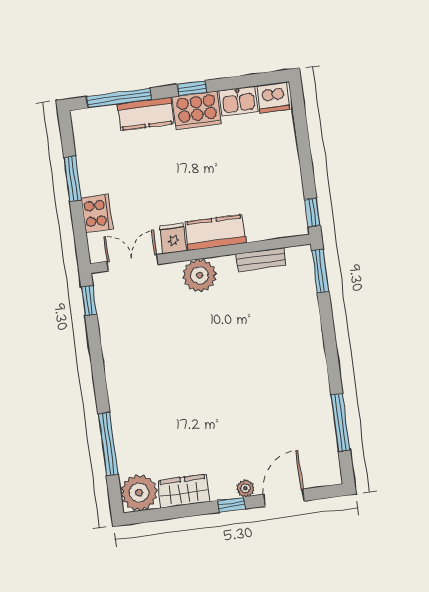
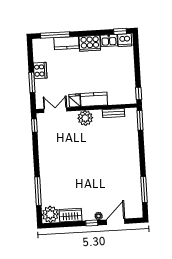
window: (192, 88) -> (120, 31), moved
window: (73, 179) -> (32, 82), moved
cooker: (97, 213) -> (40, 71), moved

